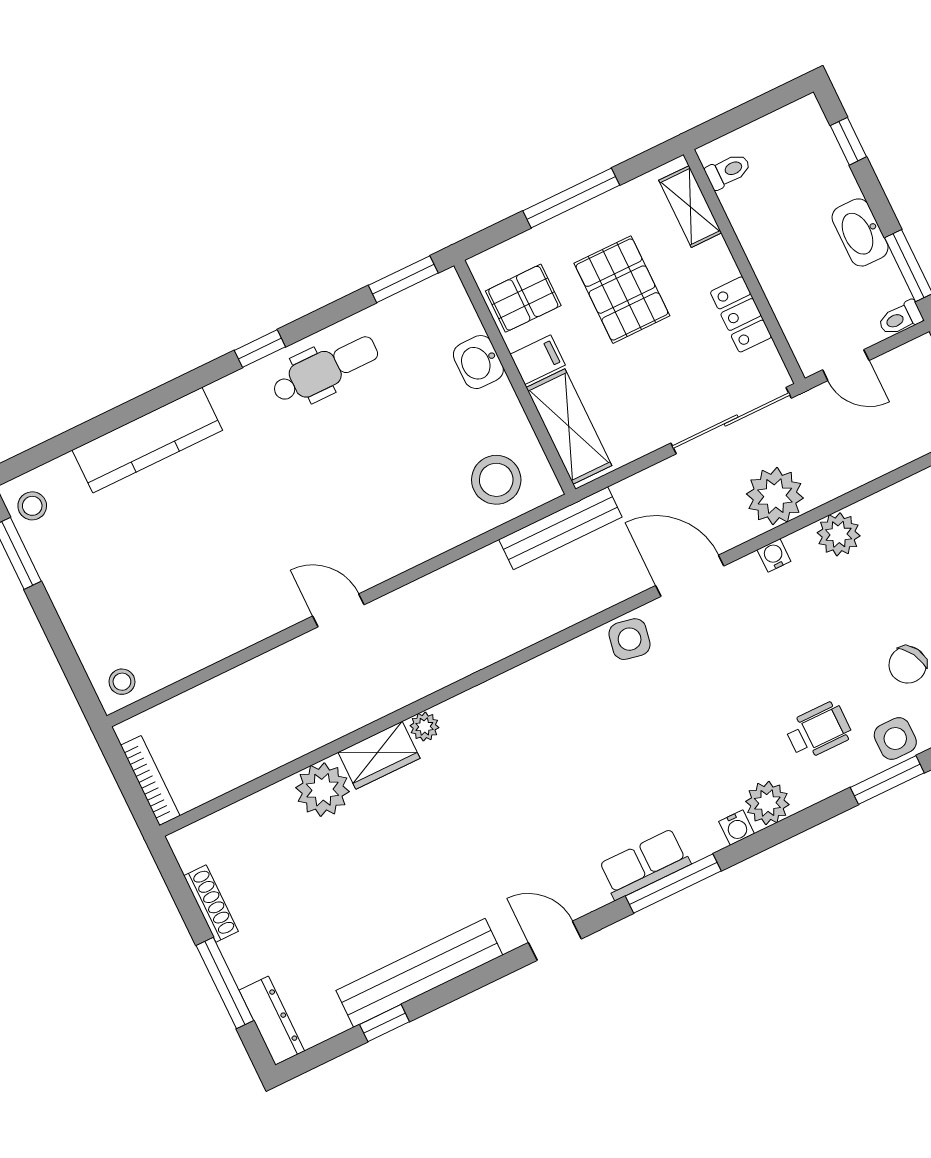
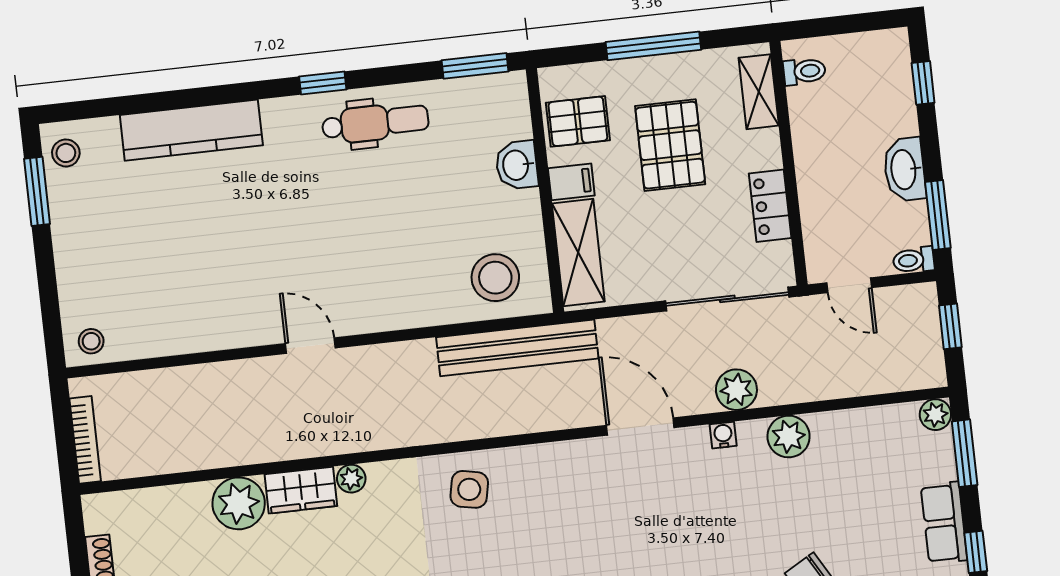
plant: (775, 496) -> (736, 390), width x0.73, depth x0.73
bench: (560, 528) -> (517, 348), width x1.37, depth x1.21
side table: (630, 639) -> (469, 489), moved

